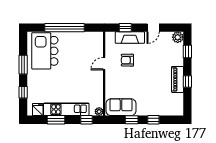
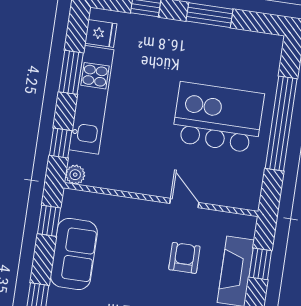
kitchen island: (45, 51) -> (218, 117), moved
sofa: (121, 107) -> (74, 254), moved
window: (132, 120) -> (49, 221), moved

